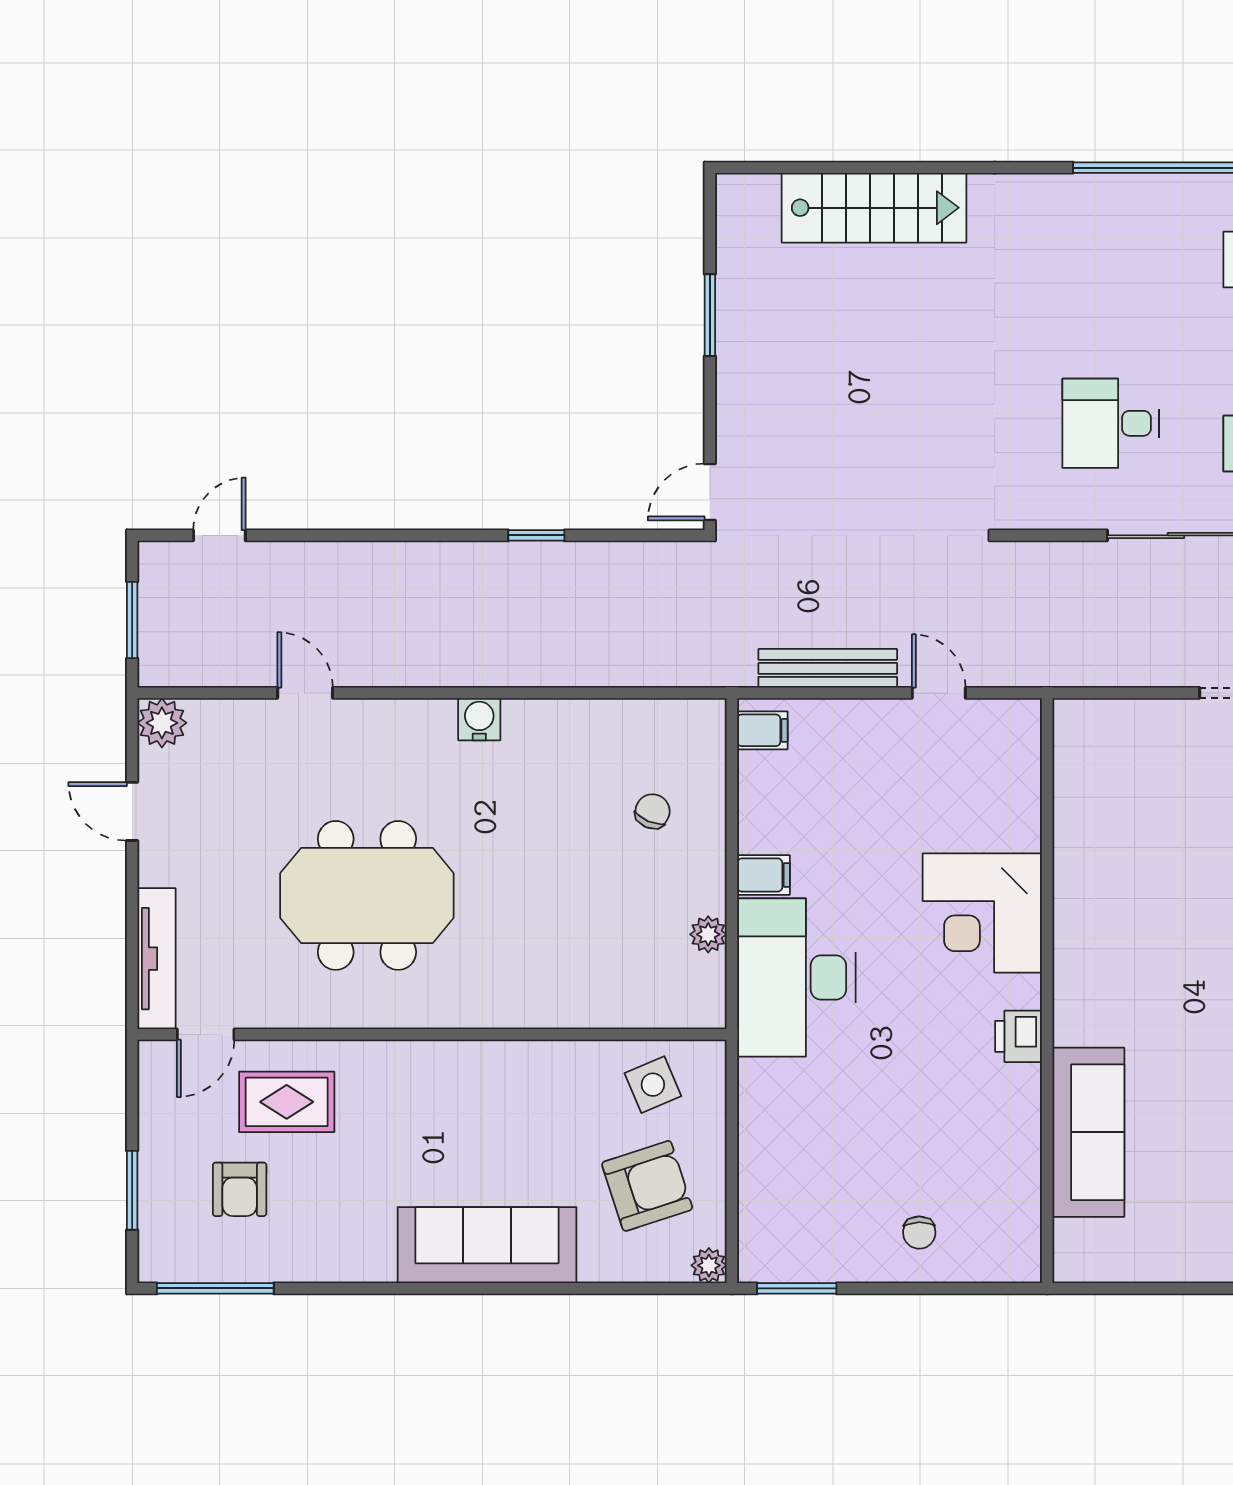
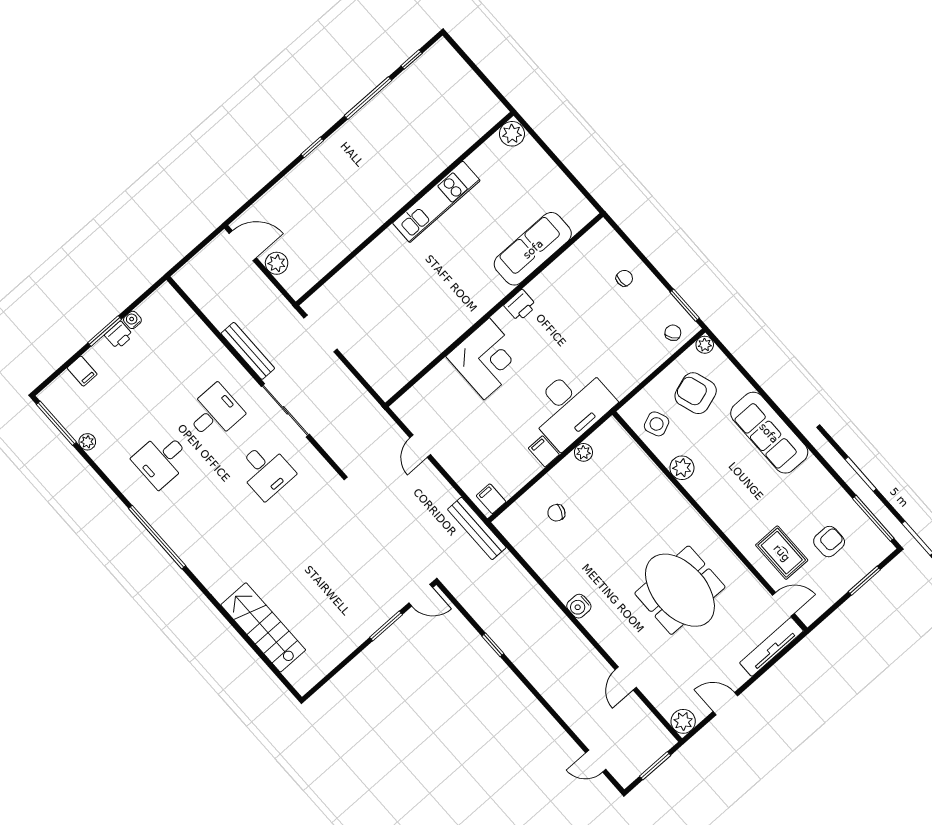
window: (710, 315) -> (386, 626), moved
bench: (828, 668) -> (477, 528), moved
door: (132, 811) -> (725, 704), swing flipped
plant: (551, 1064) -> (682, 468), added
chair: (770, 1233) -> (673, 333), added

